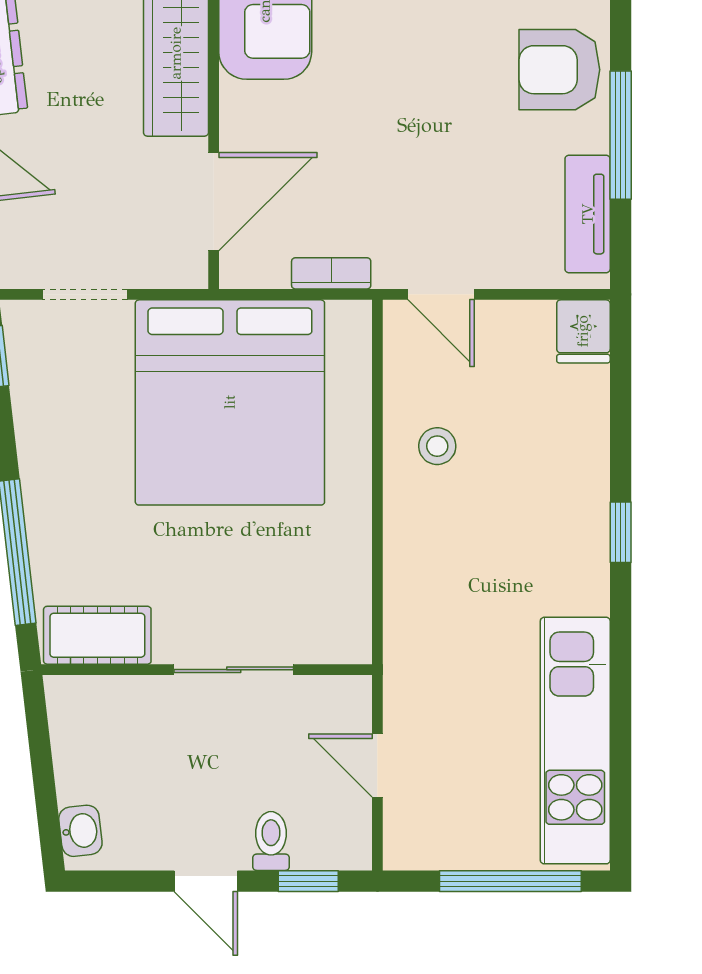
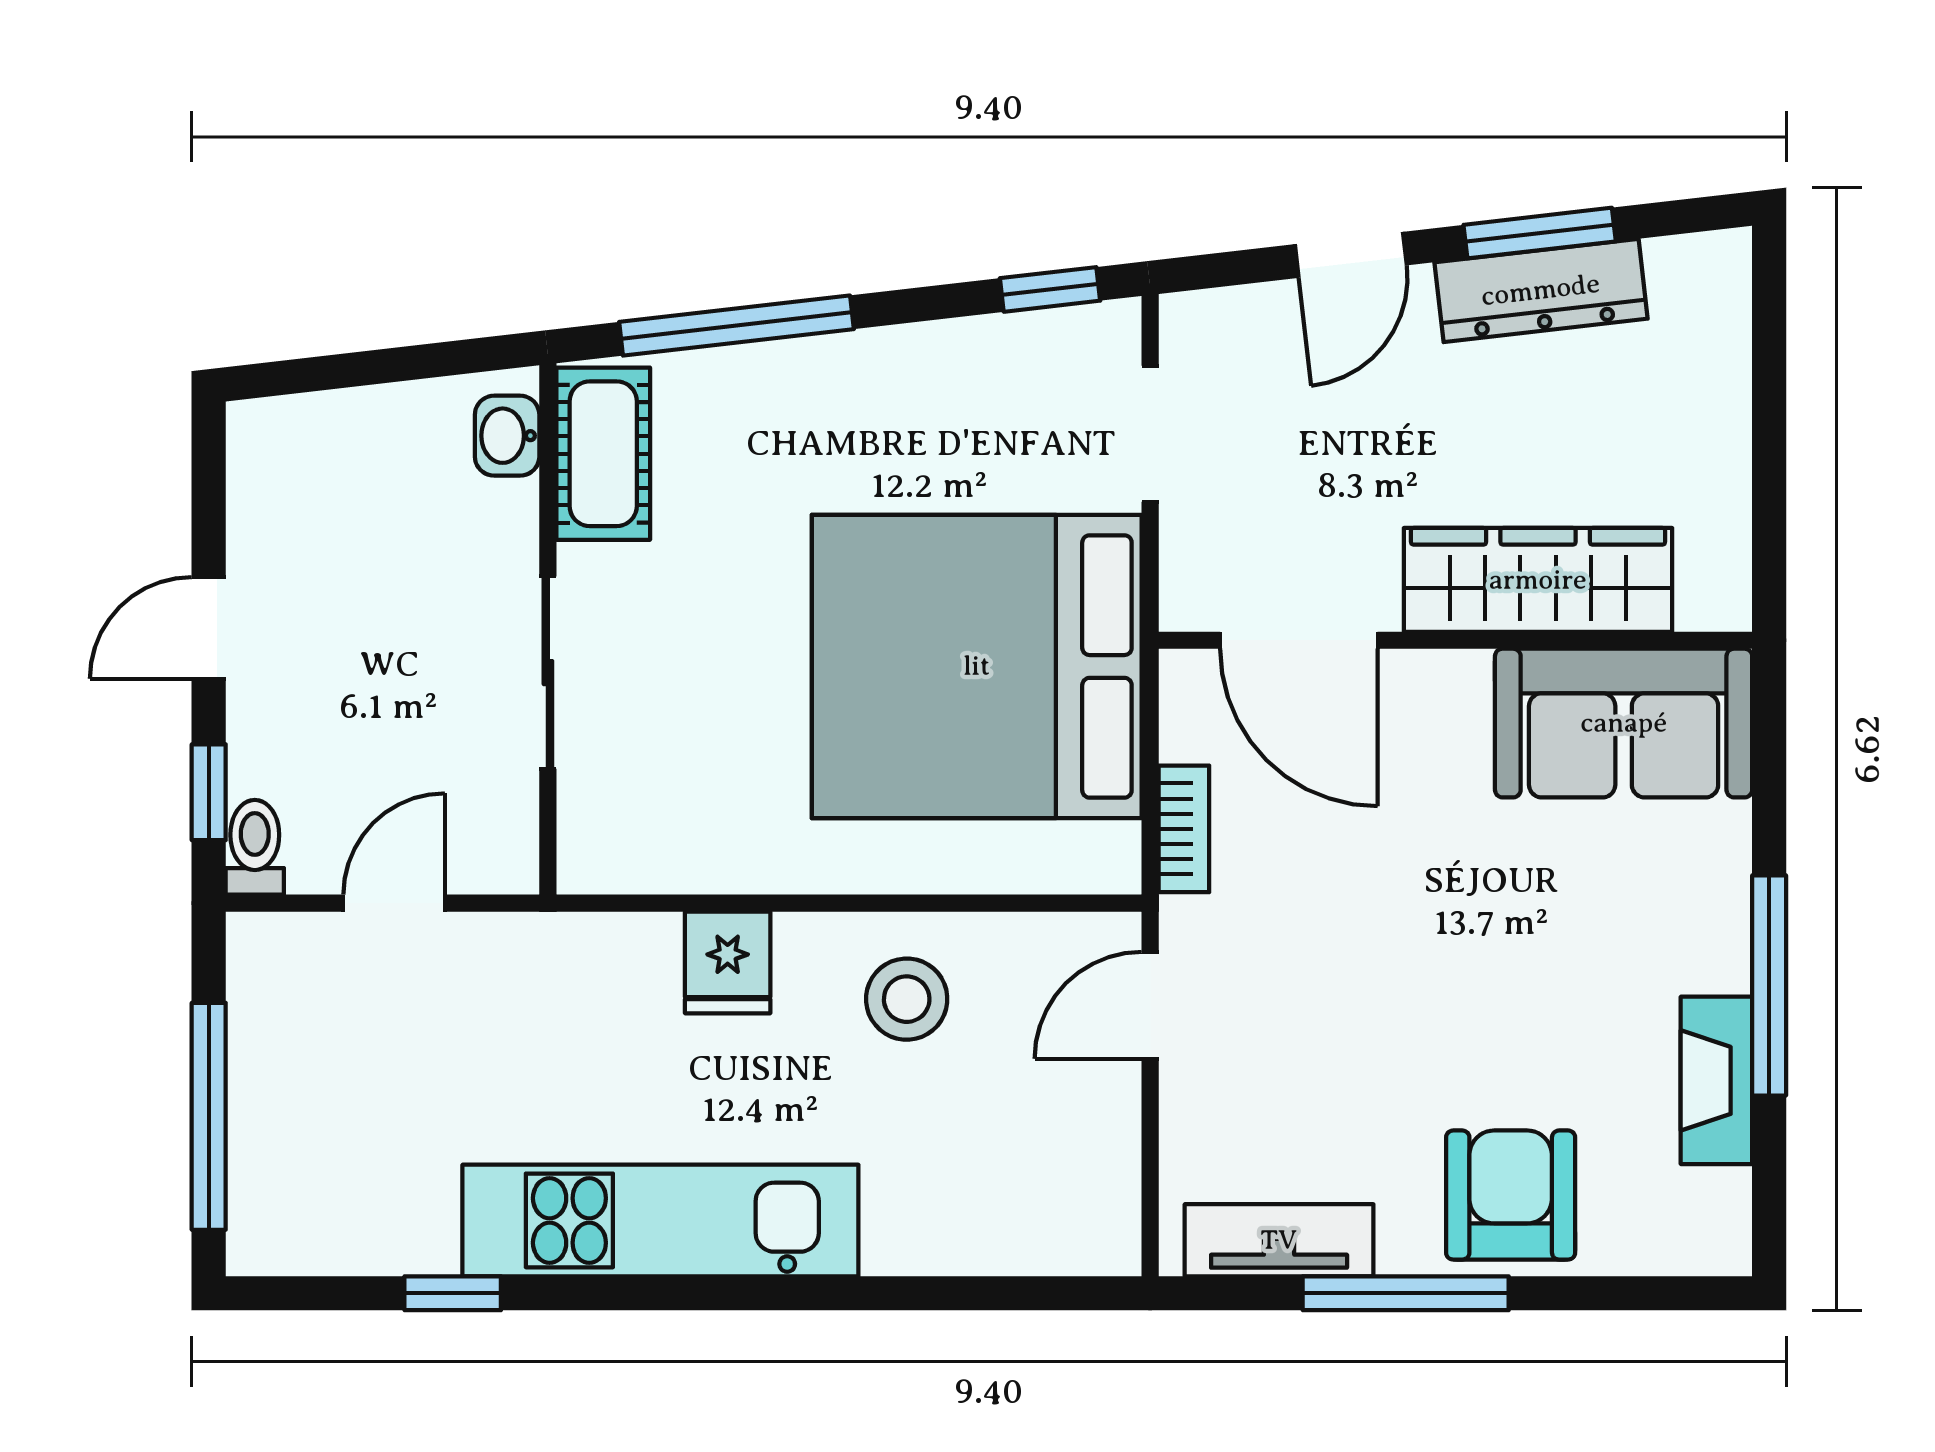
fridge: (583, 331) -> (728, 962), moved, turned -90
stool: (437, 446) -> (907, 999), width x1.37, depth x1.37
window: (621, 532) -> (453, 1293), moved
kitchen unit: (575, 741) -> (660, 1220), moved
washbasin: (80, 831) -> (507, 436), moved, turned 97
toilet: (271, 841) -> (255, 847), moved, turned -90

